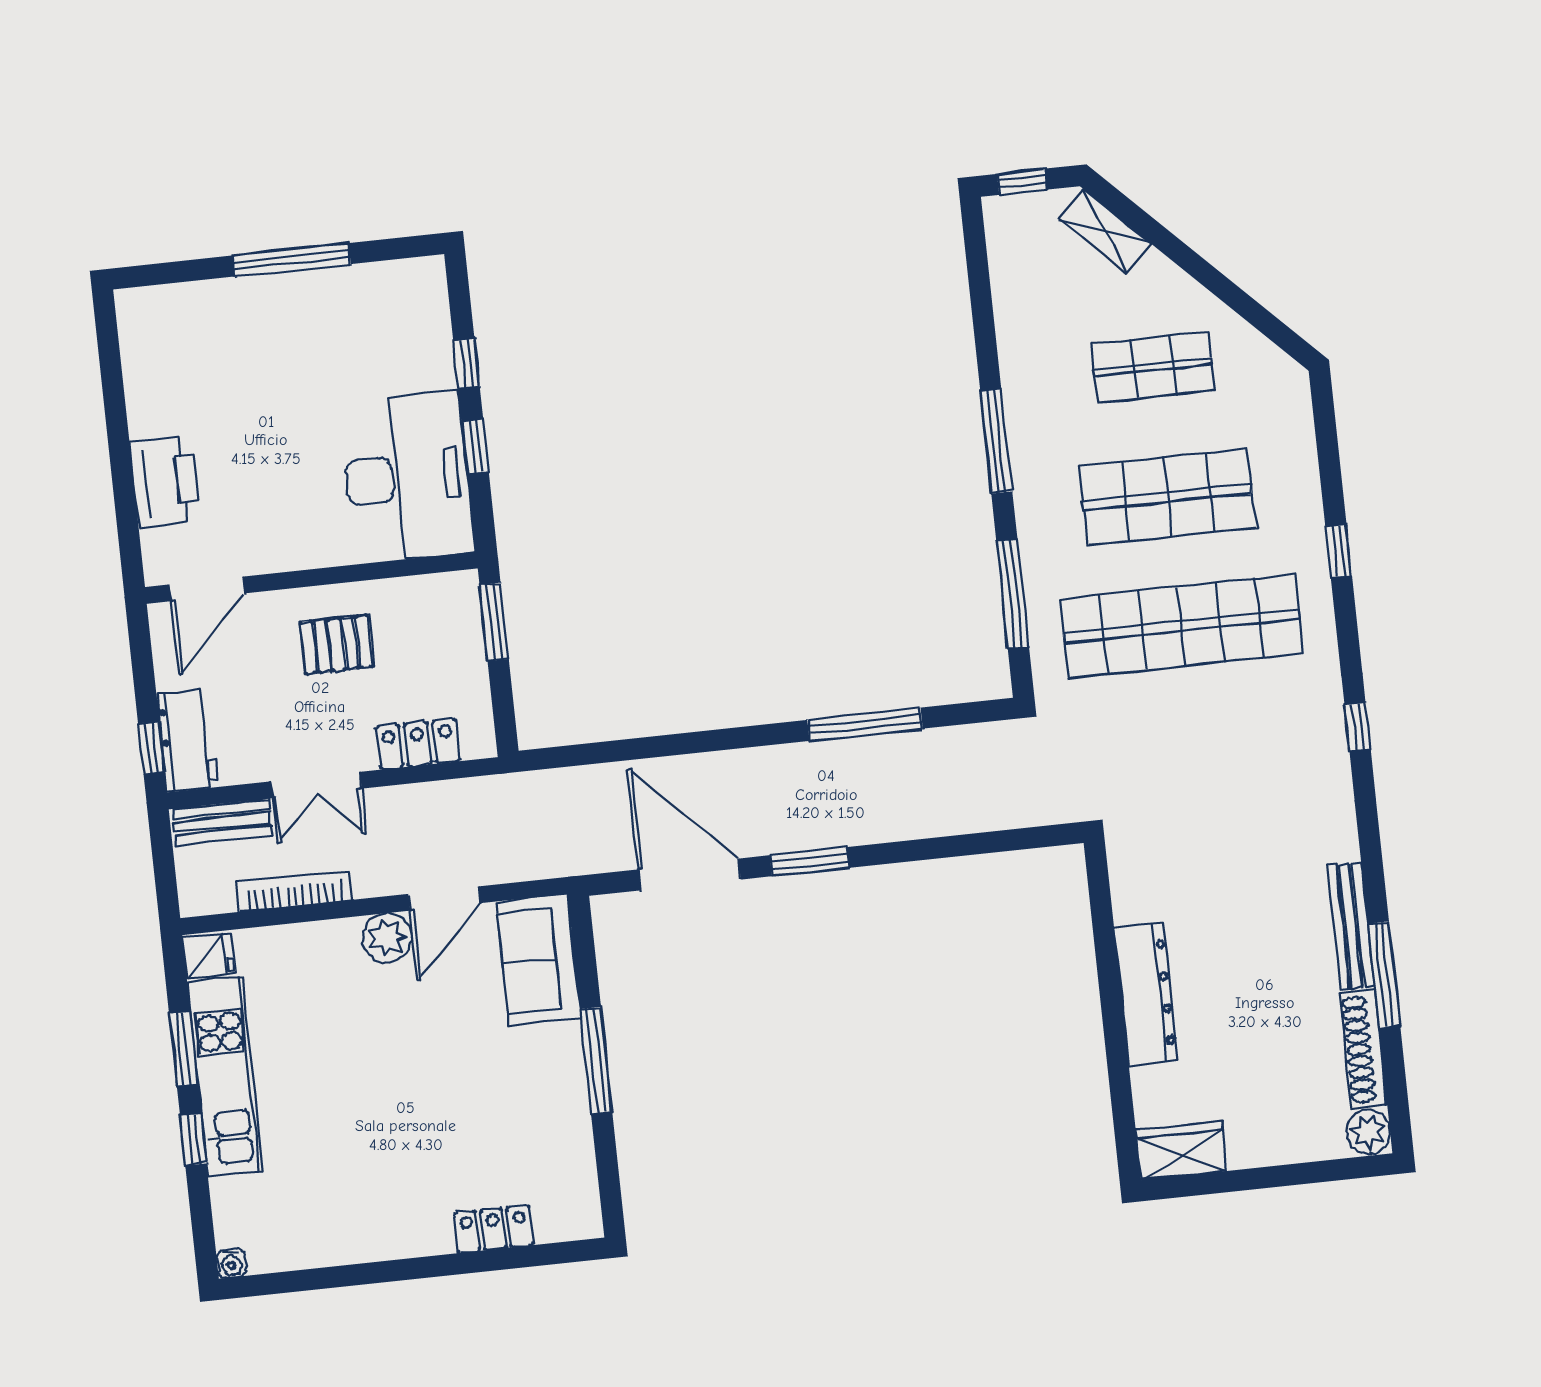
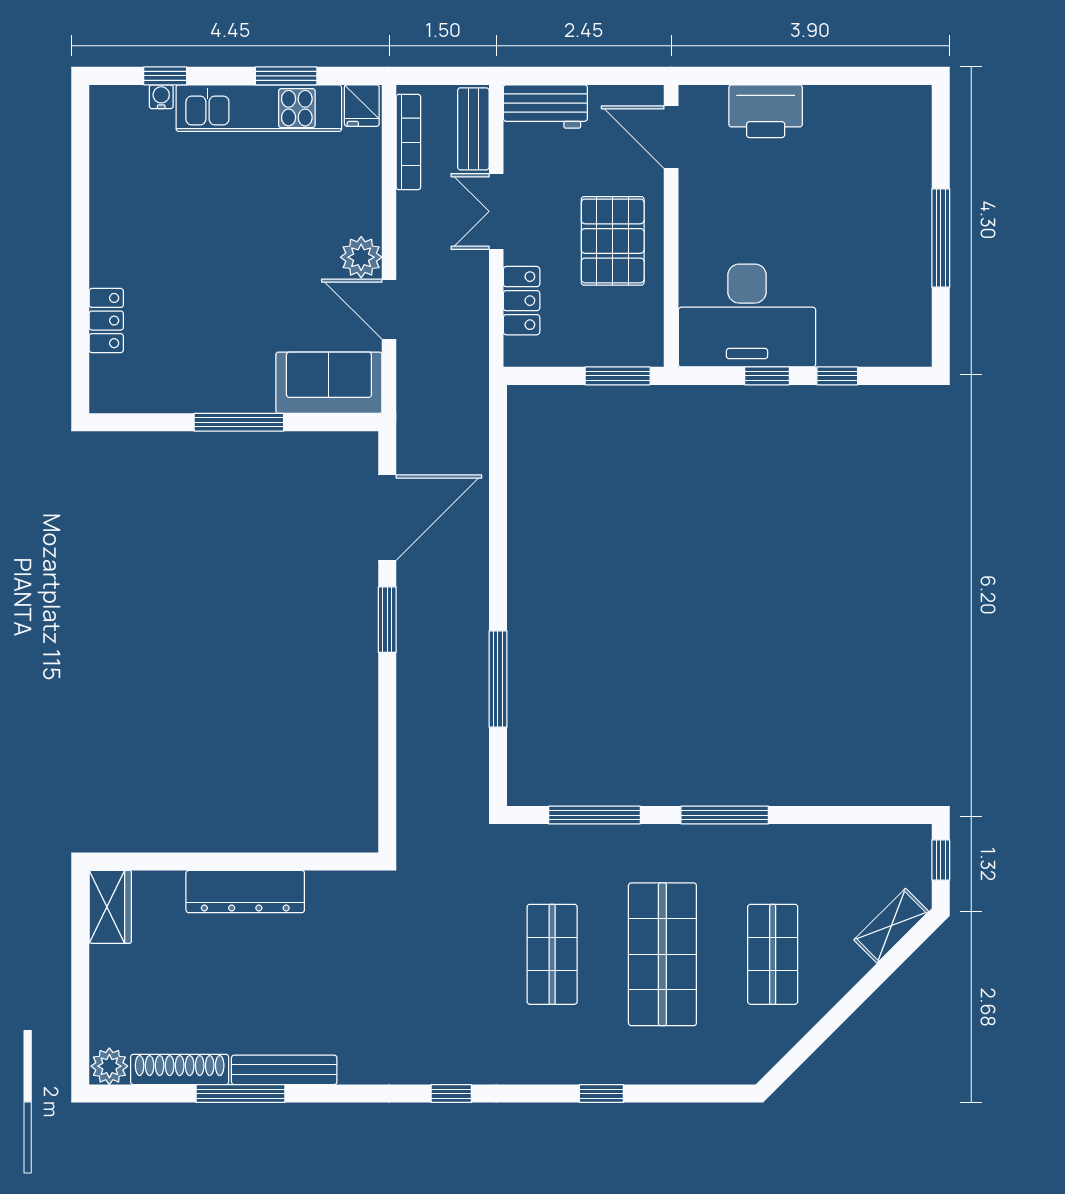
shop shelf: (1181, 626) -> (552, 954), width x0.50, depth x0.74
pallet: (336, 645) -> (613, 241), width x1.50, depth x1.42
window: (151, 748) -> (542, 76), removed
bookcase: (295, 892) -> (408, 142), moved
window: (193, 1139) -> (165, 76), moved
water cooler: (231, 1263) -> (161, 97), moved, turned 90

